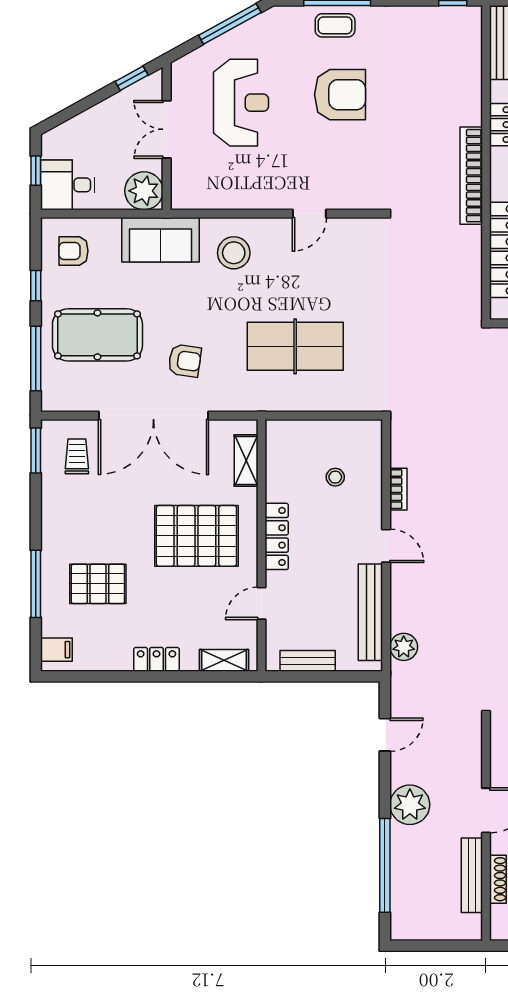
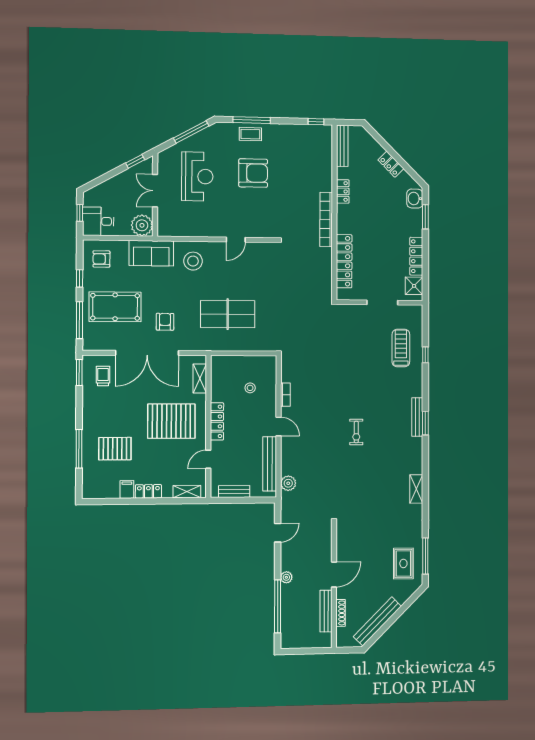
armchair: (185, 361) -> (165, 322), turned -98
filing cabinet: (56, 650) -> (127, 489), moved, turned -90
plant: (410, 805) -> (286, 577), width x0.53, depth x0.53

